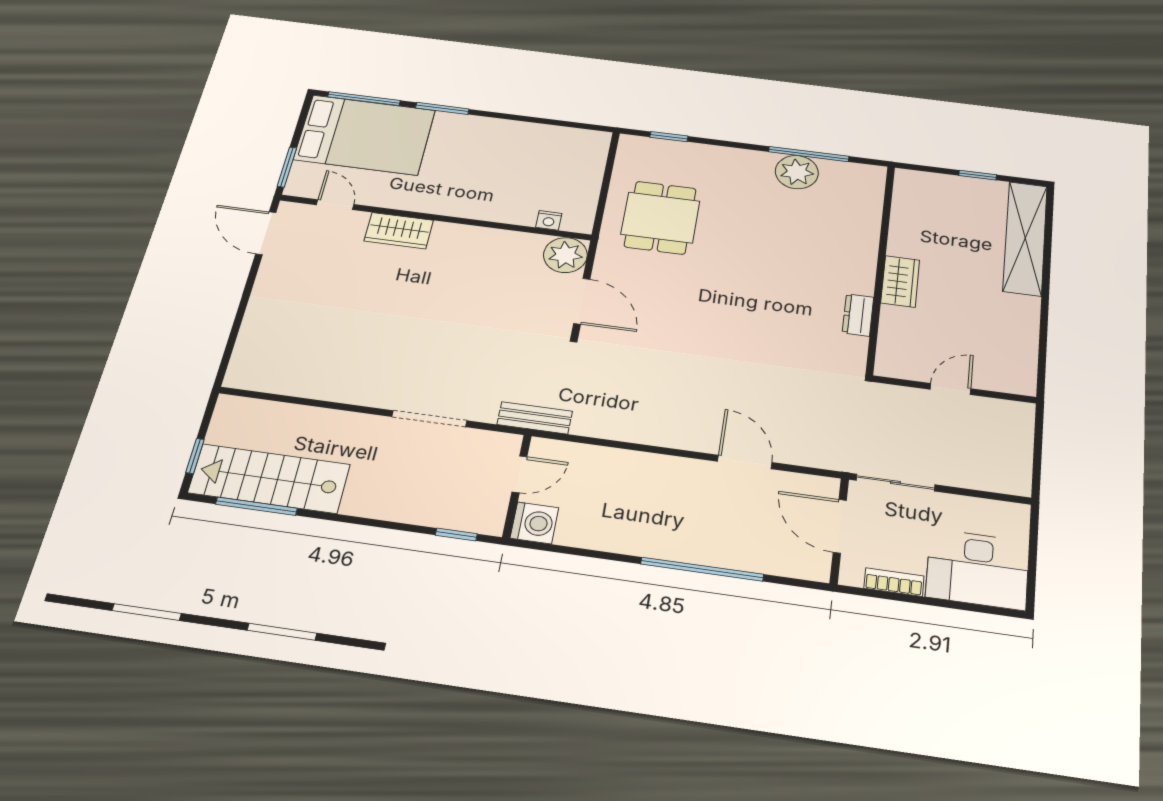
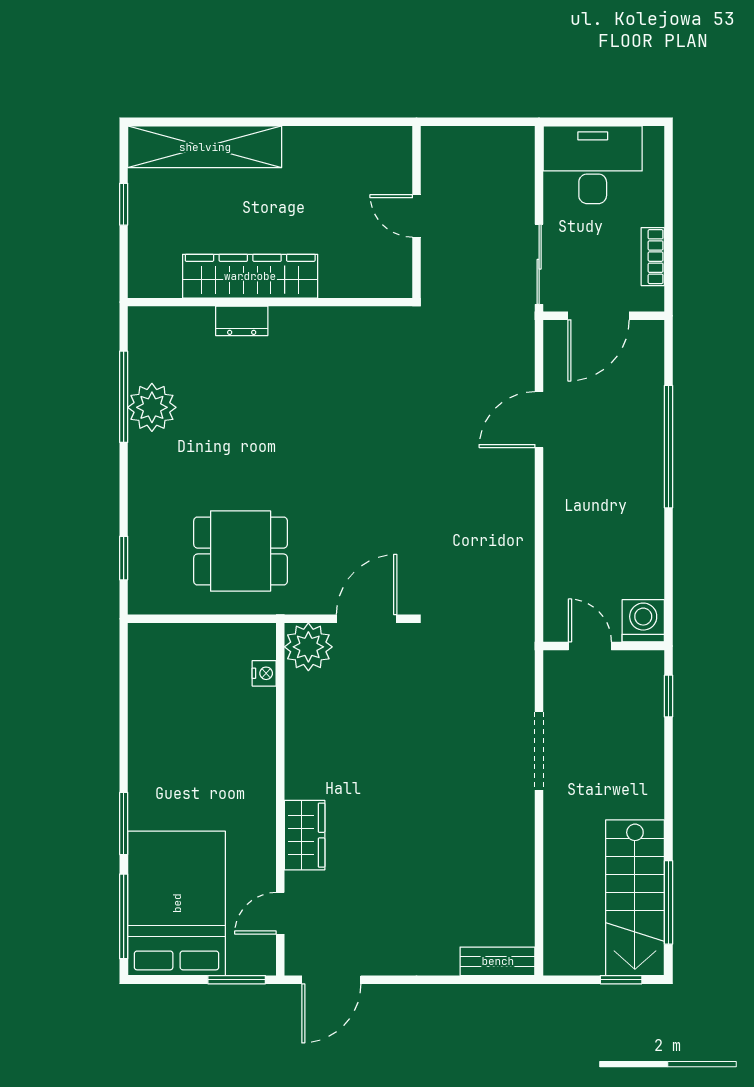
wardrobe: (900, 281) -> (250, 276), width x2.10, depth x1.17
dresser: (858, 315) -> (242, 321), moved
bench: (535, 418) -> (498, 961), moved, turned 90
desk: (978, 569) -> (593, 165), moved, turned -90

